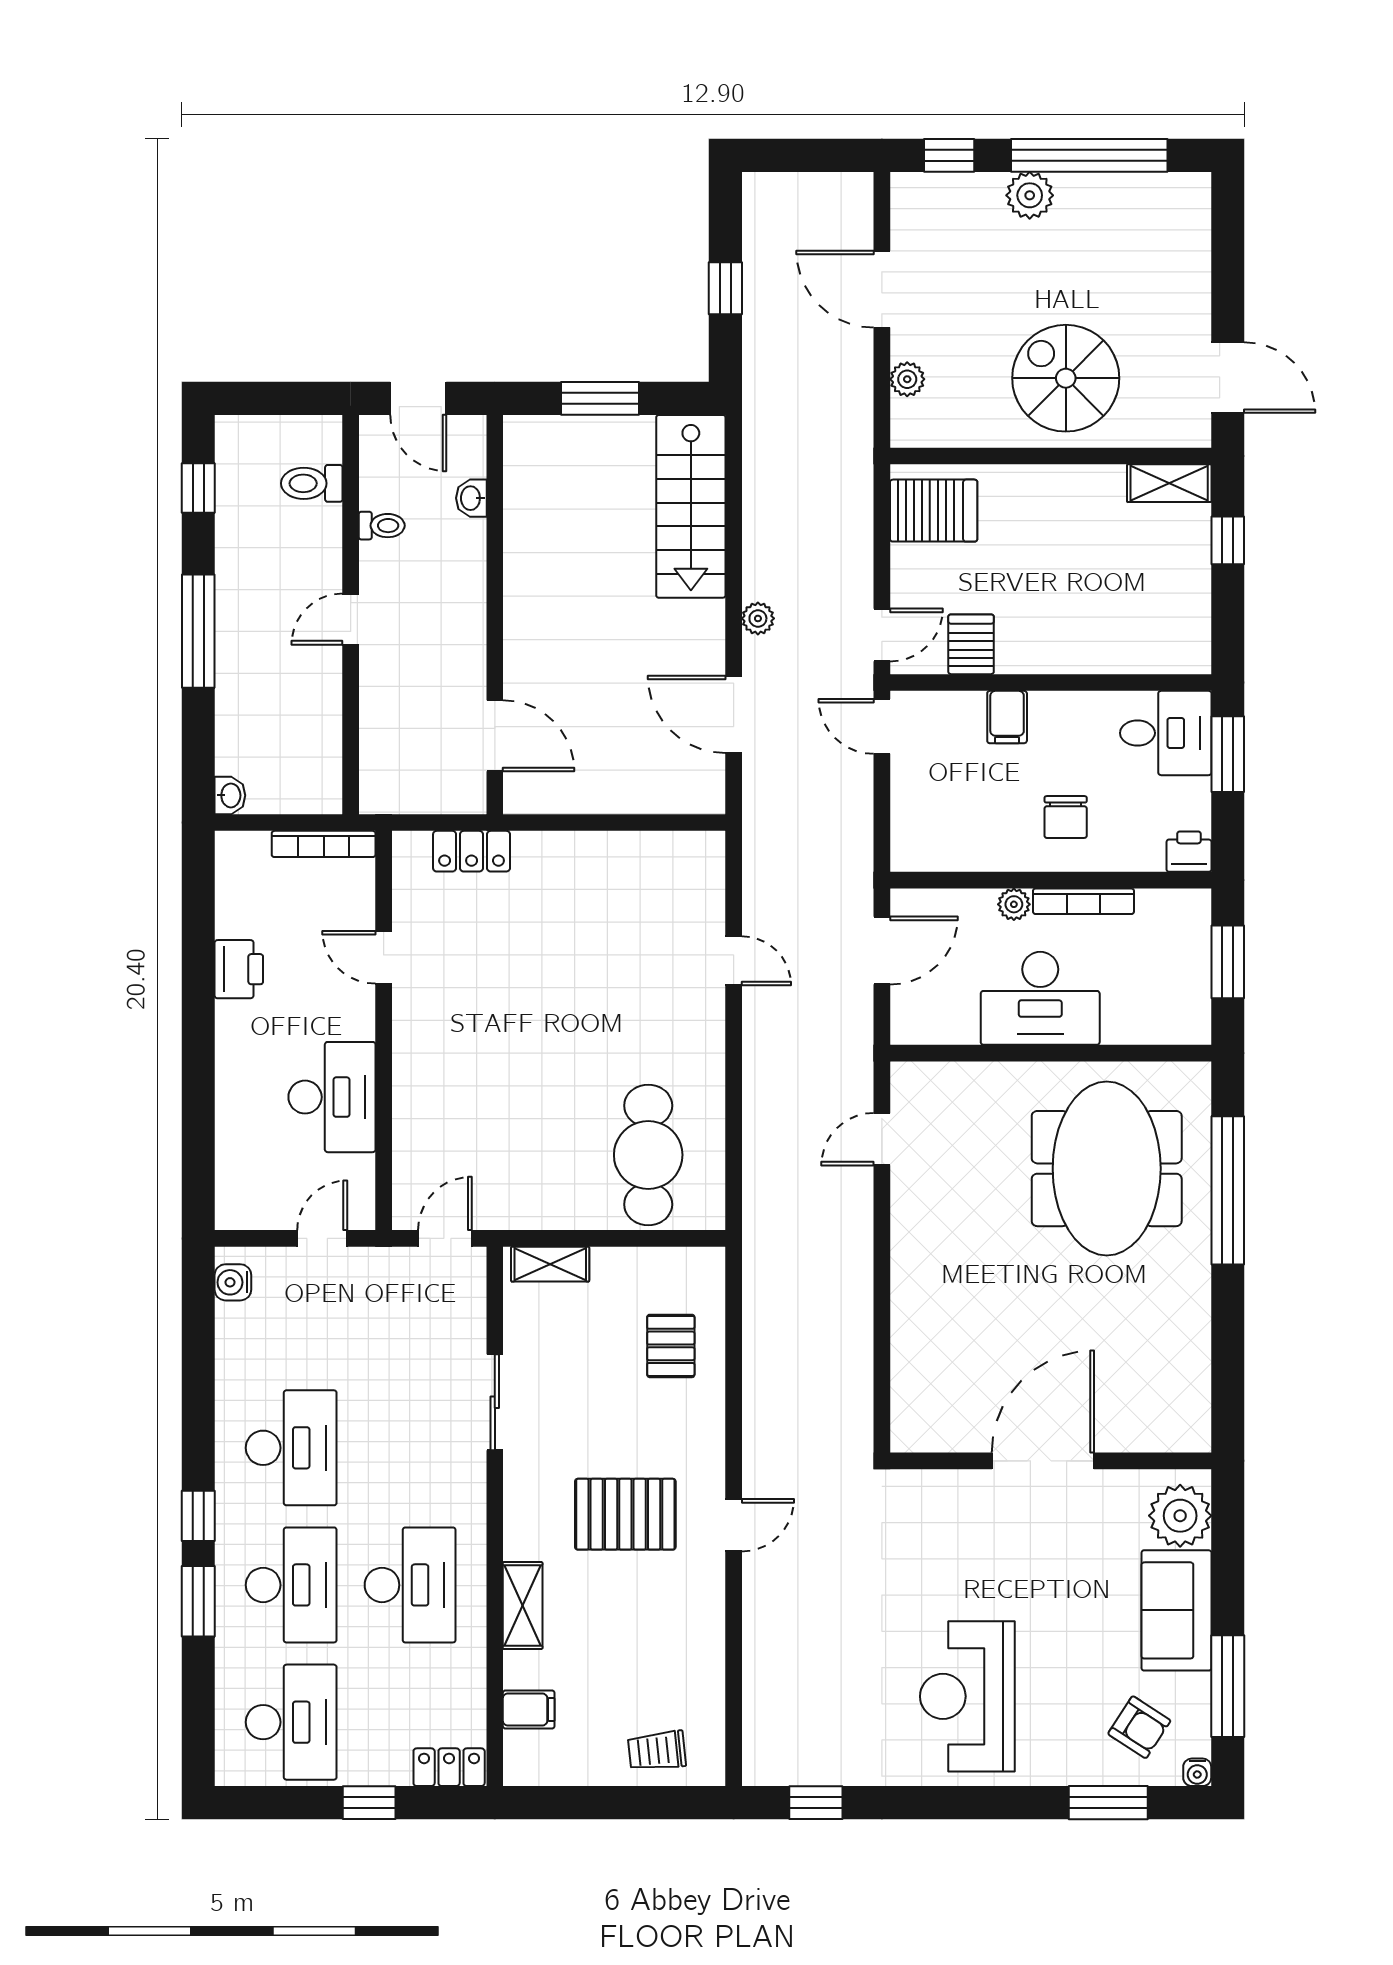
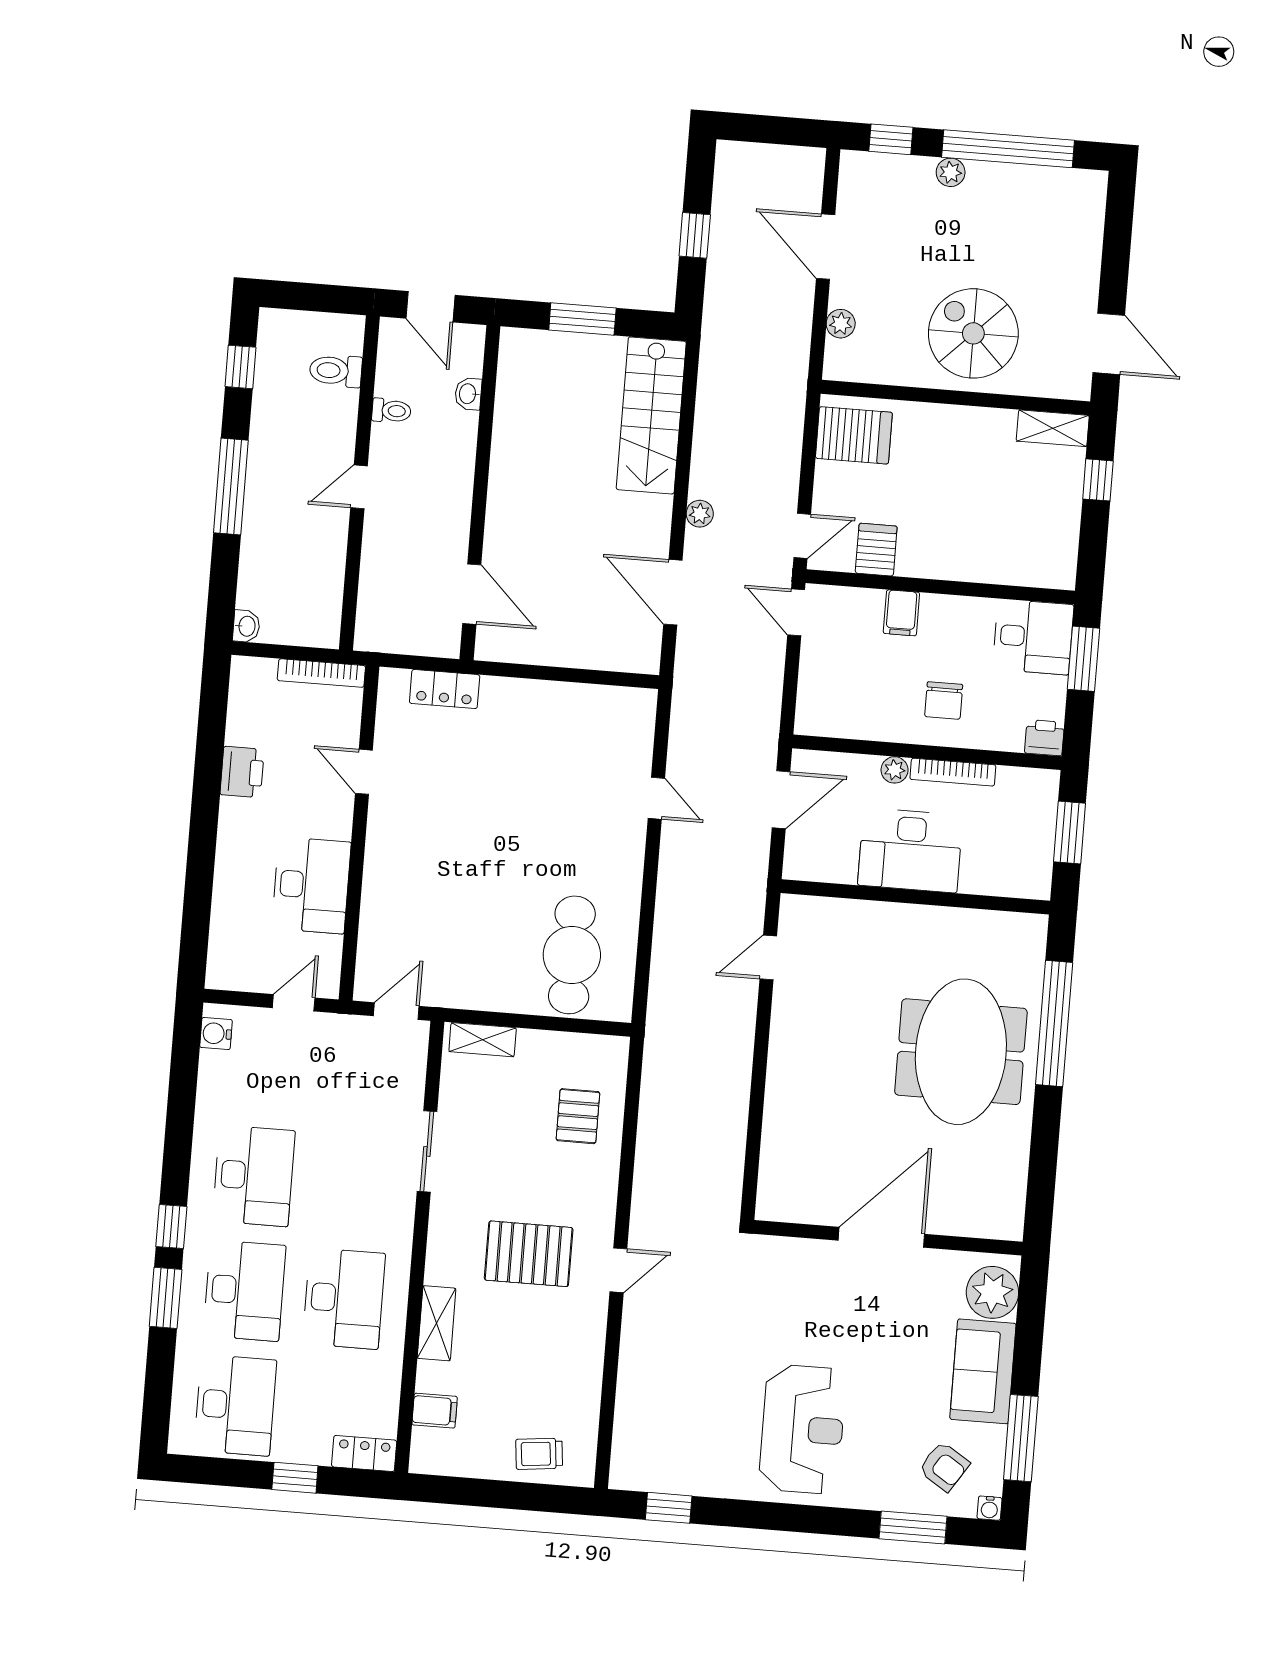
plant: (1030, 195) -> (951, 172), width x0.73, depth x0.73
meeting table: (1107, 1169) -> (961, 1052), moved
reception desk: (967, 1696) -> (802, 1429), turned 180

